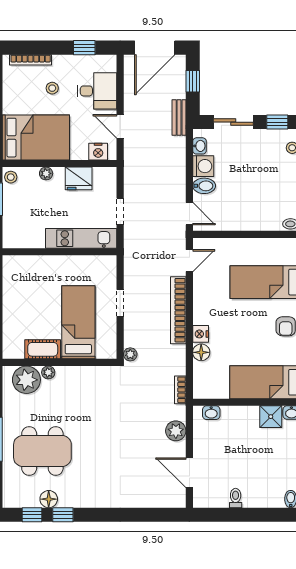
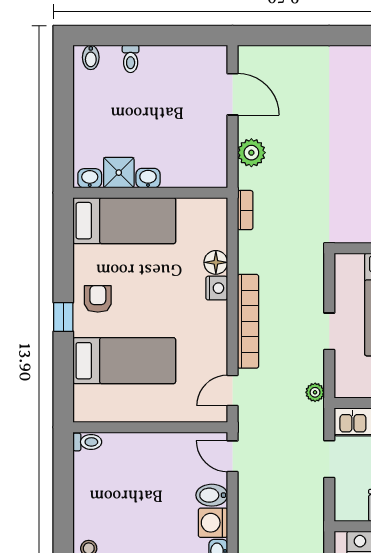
plant: (130, 354) -> (315, 392), moved
washbasin: (211, 413) -> (148, 178), moved
toilet: (236, 498) -> (131, 59), moved

